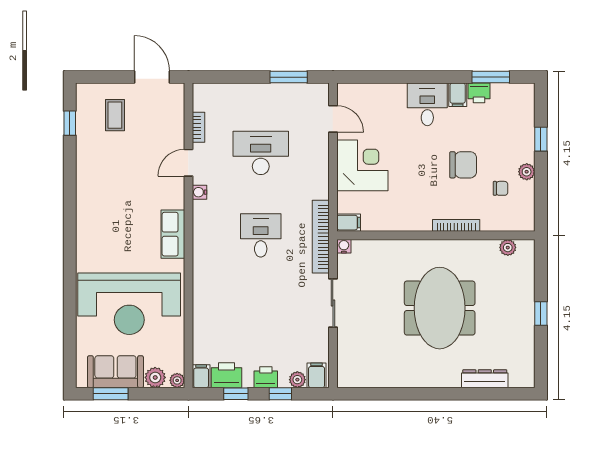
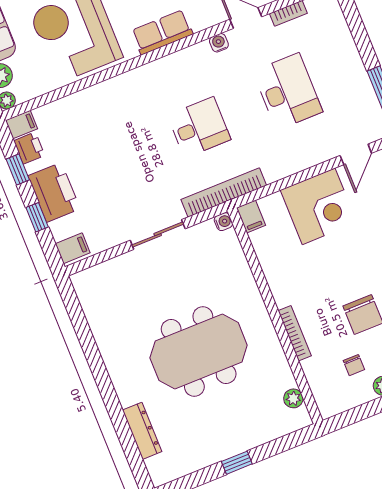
printer: (227, 375) -> (29, 148), width x0.73, depth x0.81
printer: (266, 377) -> (54, 192), width x1.87, depth x1.48
plant: (297, 380) -> (60, 230), removed

